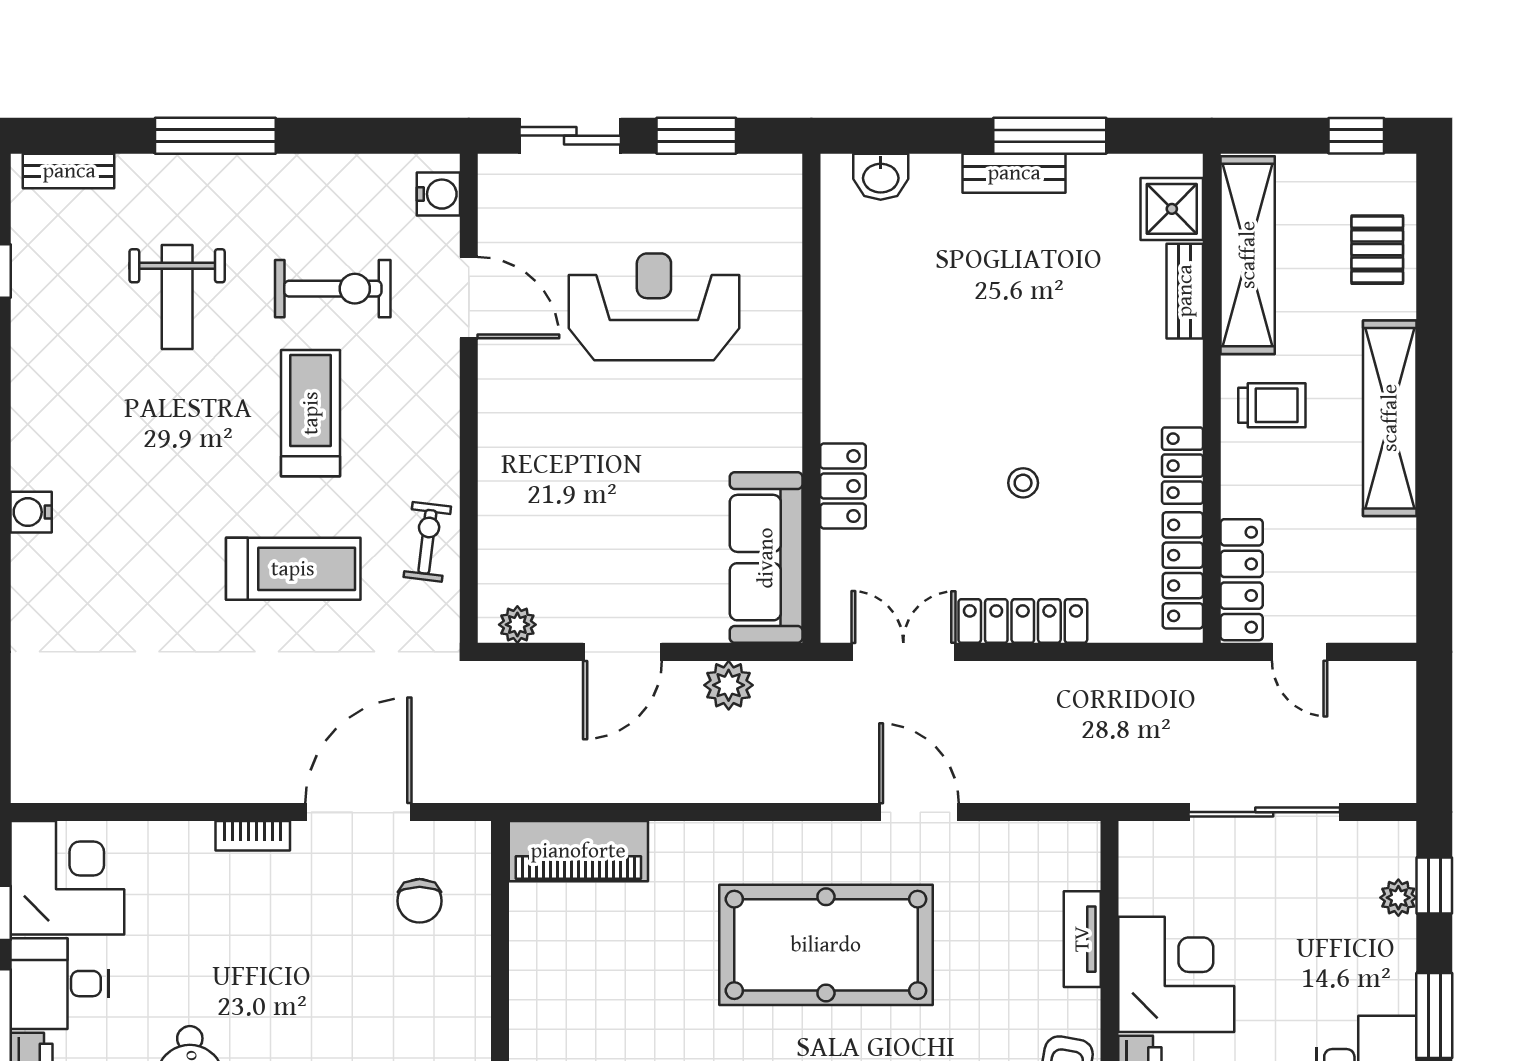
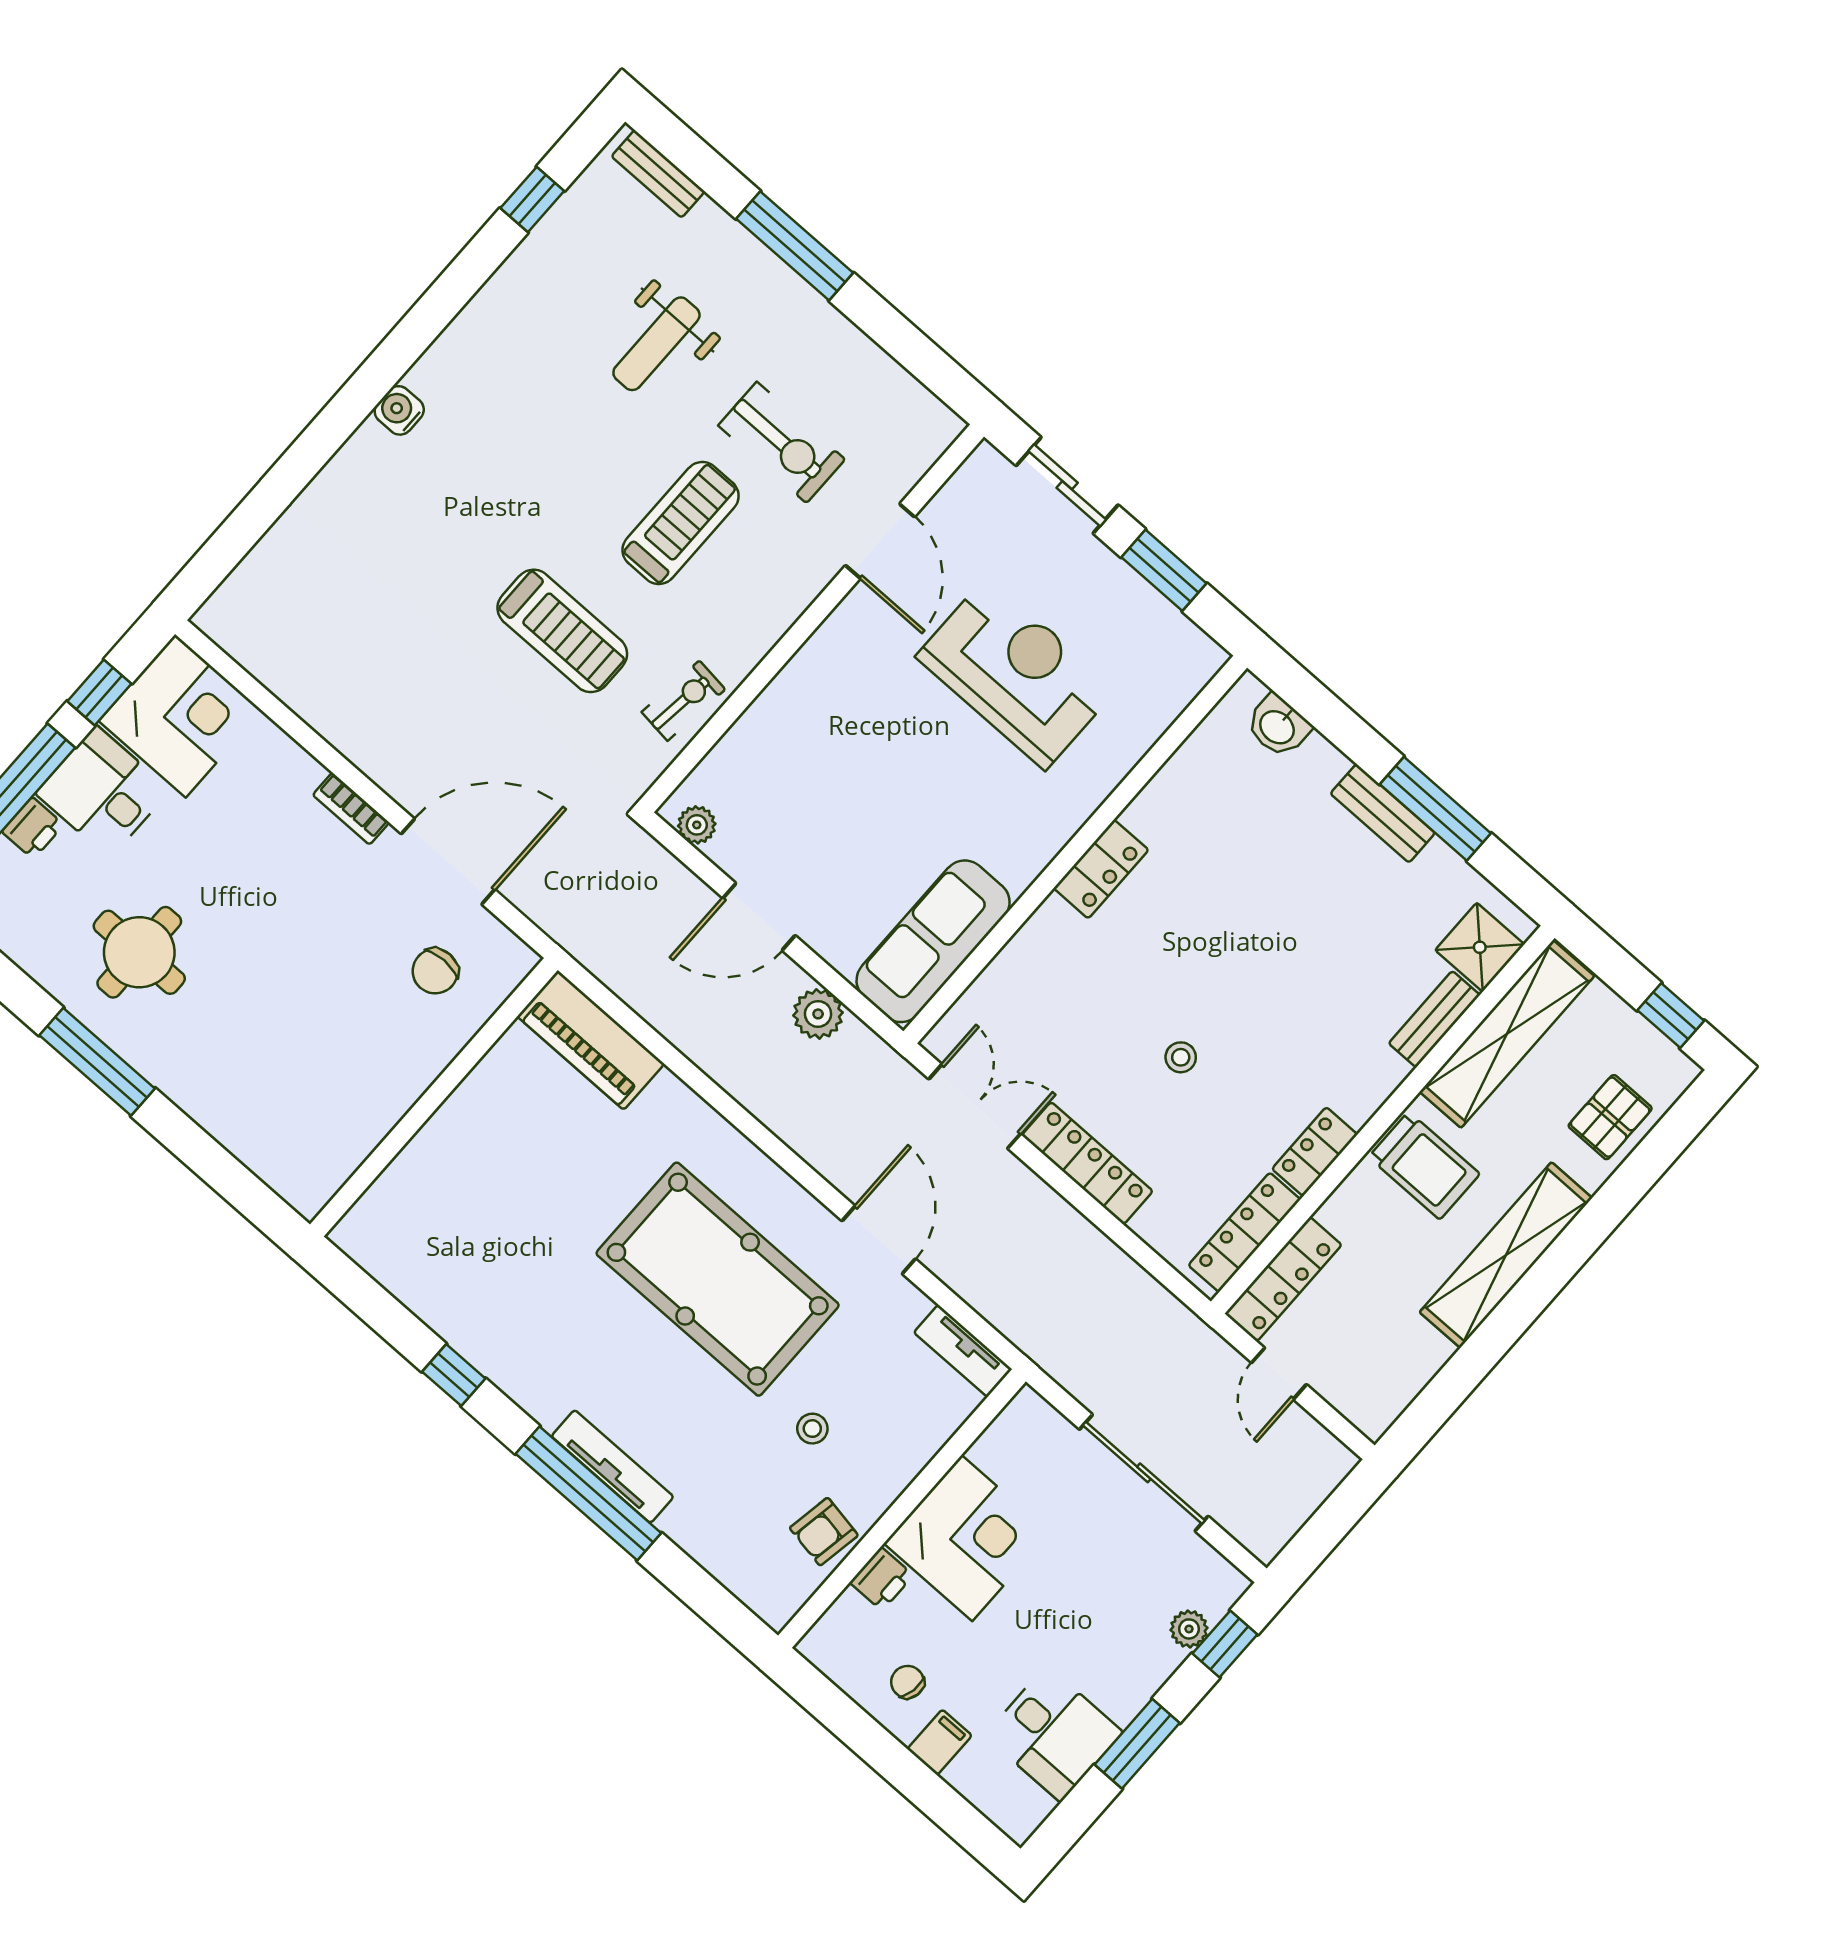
water cooler: (438, 194) -> (927, 441), removed
trolley: (1272, 405) -> (1424, 1166), width x1.36, depth x1.39
locker: (843, 486) -> (1101, 869), moved
tv unit: (1082, 939) -> (963, 1351), moved, turned -90
stool: (992, 994) -> (812, 1429), added

